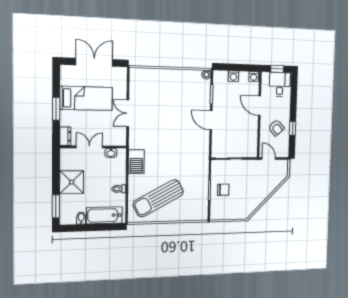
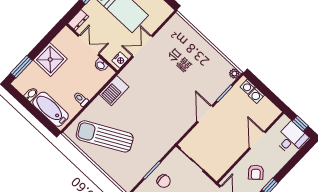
washing machine: (254, 76) -> (248, 87), moved
nightstand: (121, 137) -> (120, 60), added

